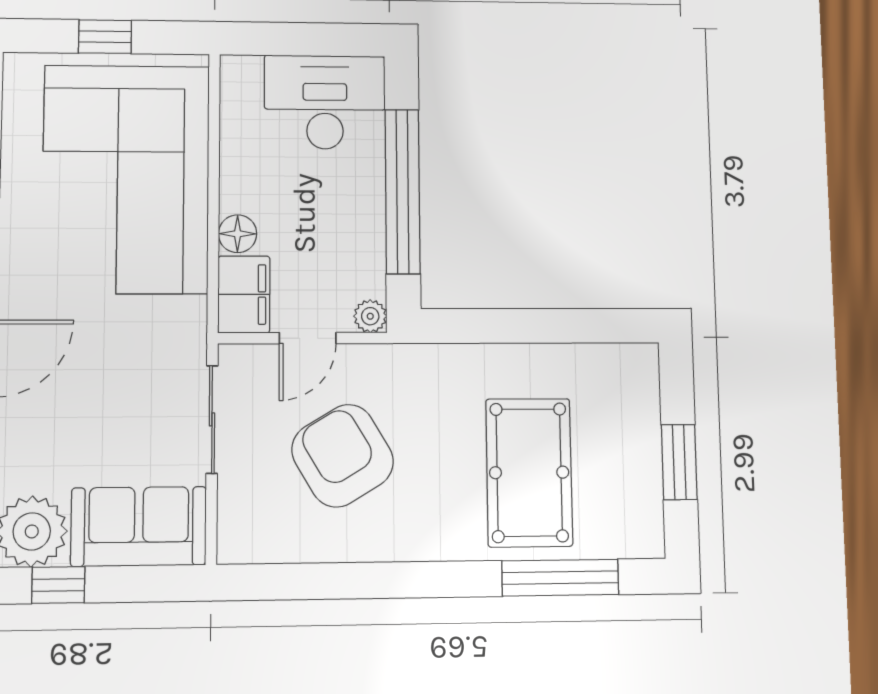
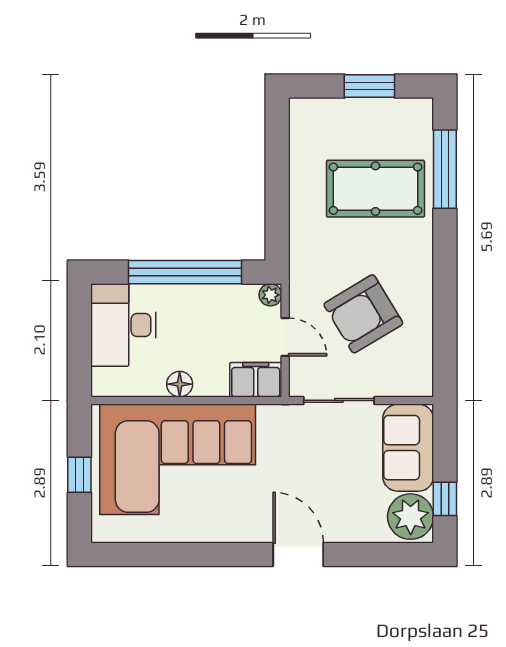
floor lamp: (238, 234) -> (180, 384), moved

